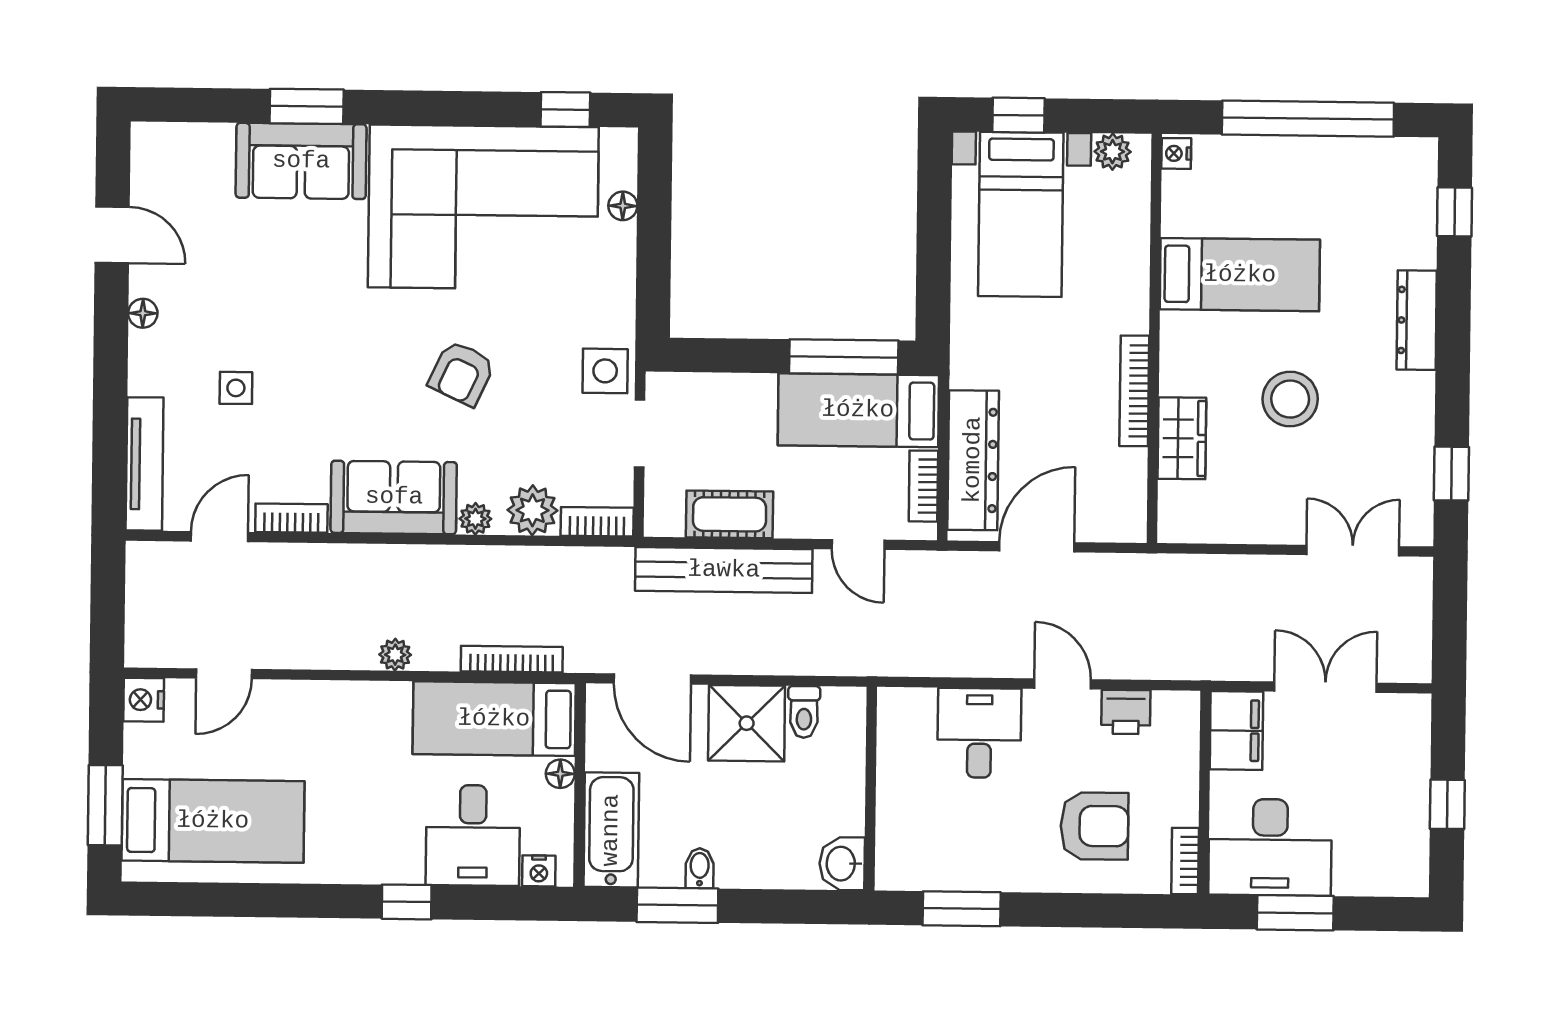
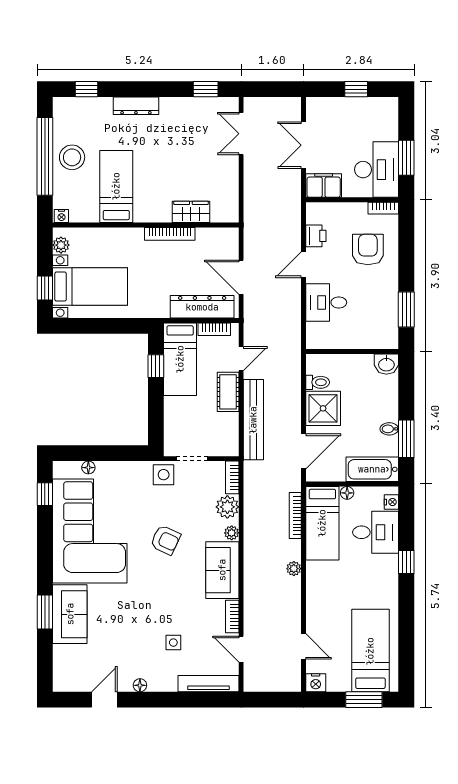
window: (844, 357) -> (156, 366), width x0.46
stool: (1290, 399) -> (72, 157), moved
cot: (730, 514) -> (228, 392), moved

